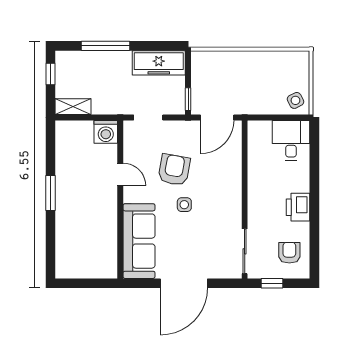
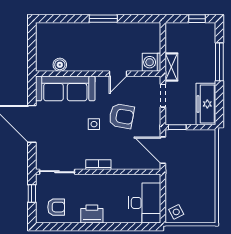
shelving: (73, 107) -> (171, 67), moved
desk: (291, 140) -> (145, 203), width x1.37
bookcase: (235, 199) -> (98, 165), added
boiler: (109, 248) -> (60, 65), added

